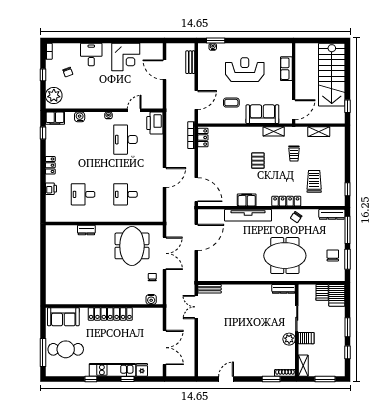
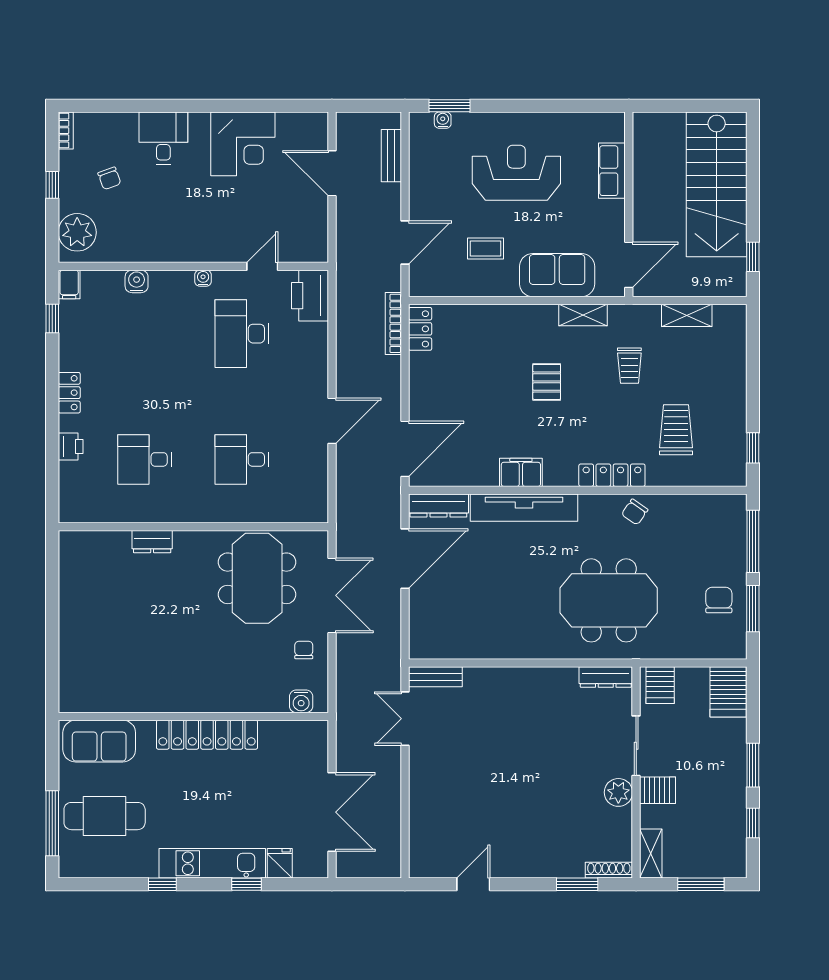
filing cabinet: (55, 118) -> (69, 284), width x0.50
door: (196, 190) -> (405, 449), hinge flipped
dresser: (332, 214) -> (438, 506), moved
server rack: (322, 292) -> (660, 685), moved

